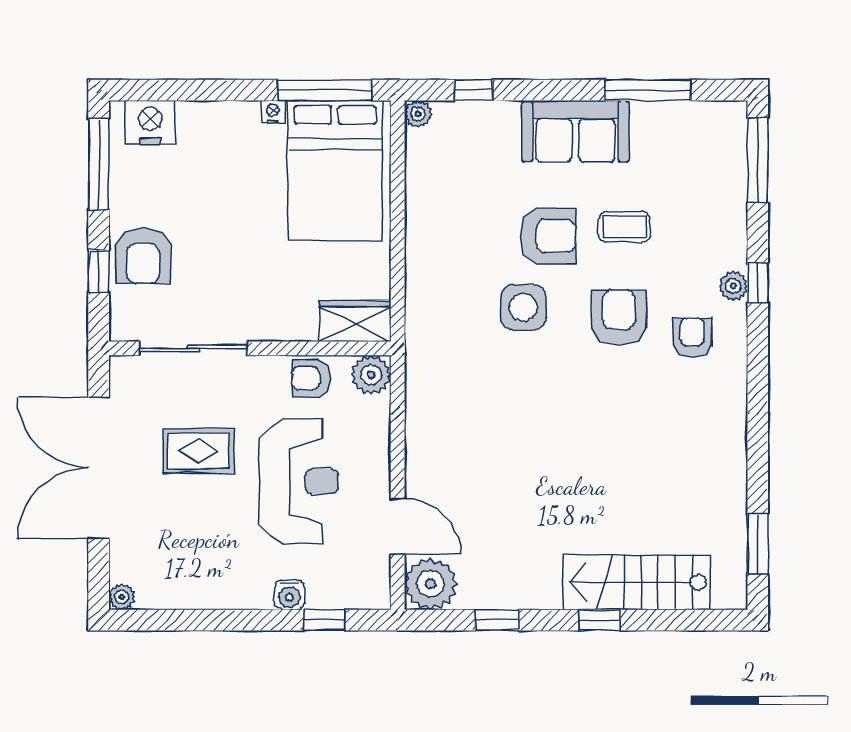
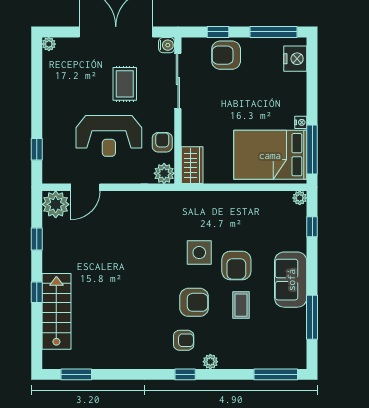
window: (758, 282) -> (185, 374), moved
water cooler: (289, 595) -> (167, 45), moved, turned 180

